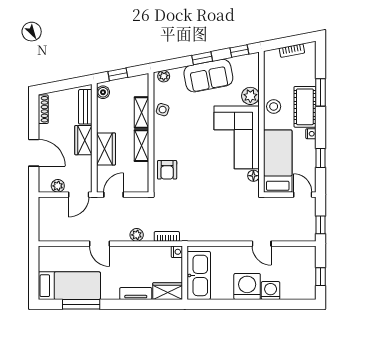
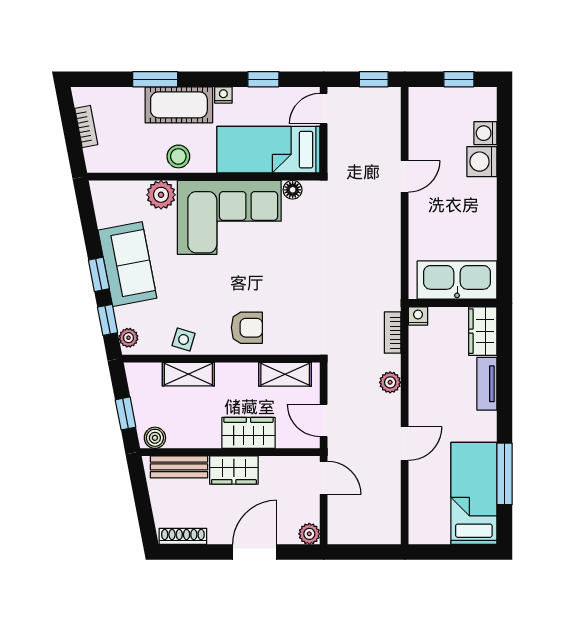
window: (239, 51) -> (108, 320), moved
shelving: (142, 146) -> (285, 374), moved
armchair: (167, 170) -> (247, 328), moved
plant: (58, 186) -> (309, 534), moved
washing machine: (247, 287) -> (485, 133), moved, width x0.53, depth x0.53

